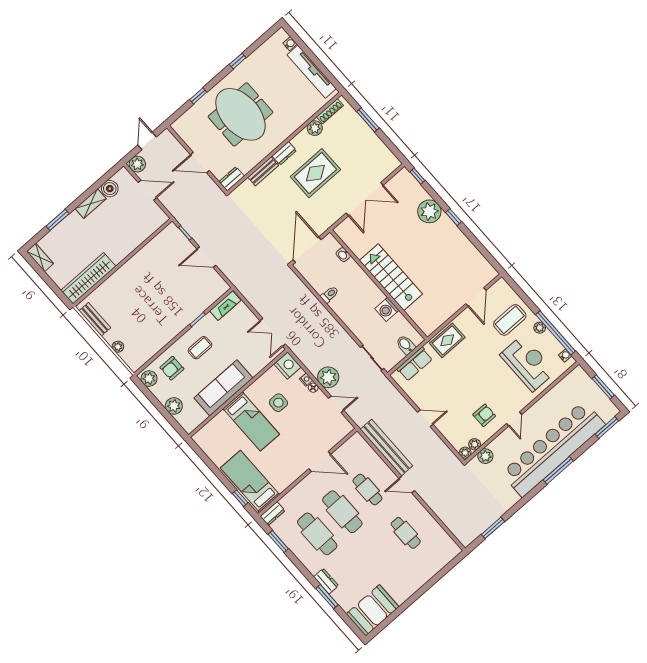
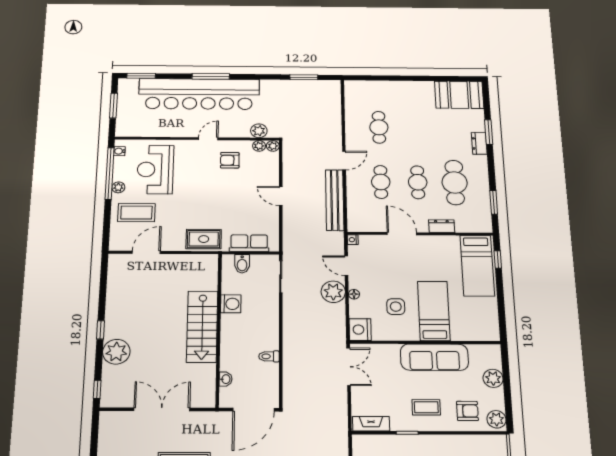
nightstand: (306, 379) -> (353, 240), moved
door: (407, 484) -> (344, 160), hinge flipped
cafe table: (342, 512) -> (418, 182), width x0.73, depth x0.74
dresser: (273, 514) -> (442, 226), moved

